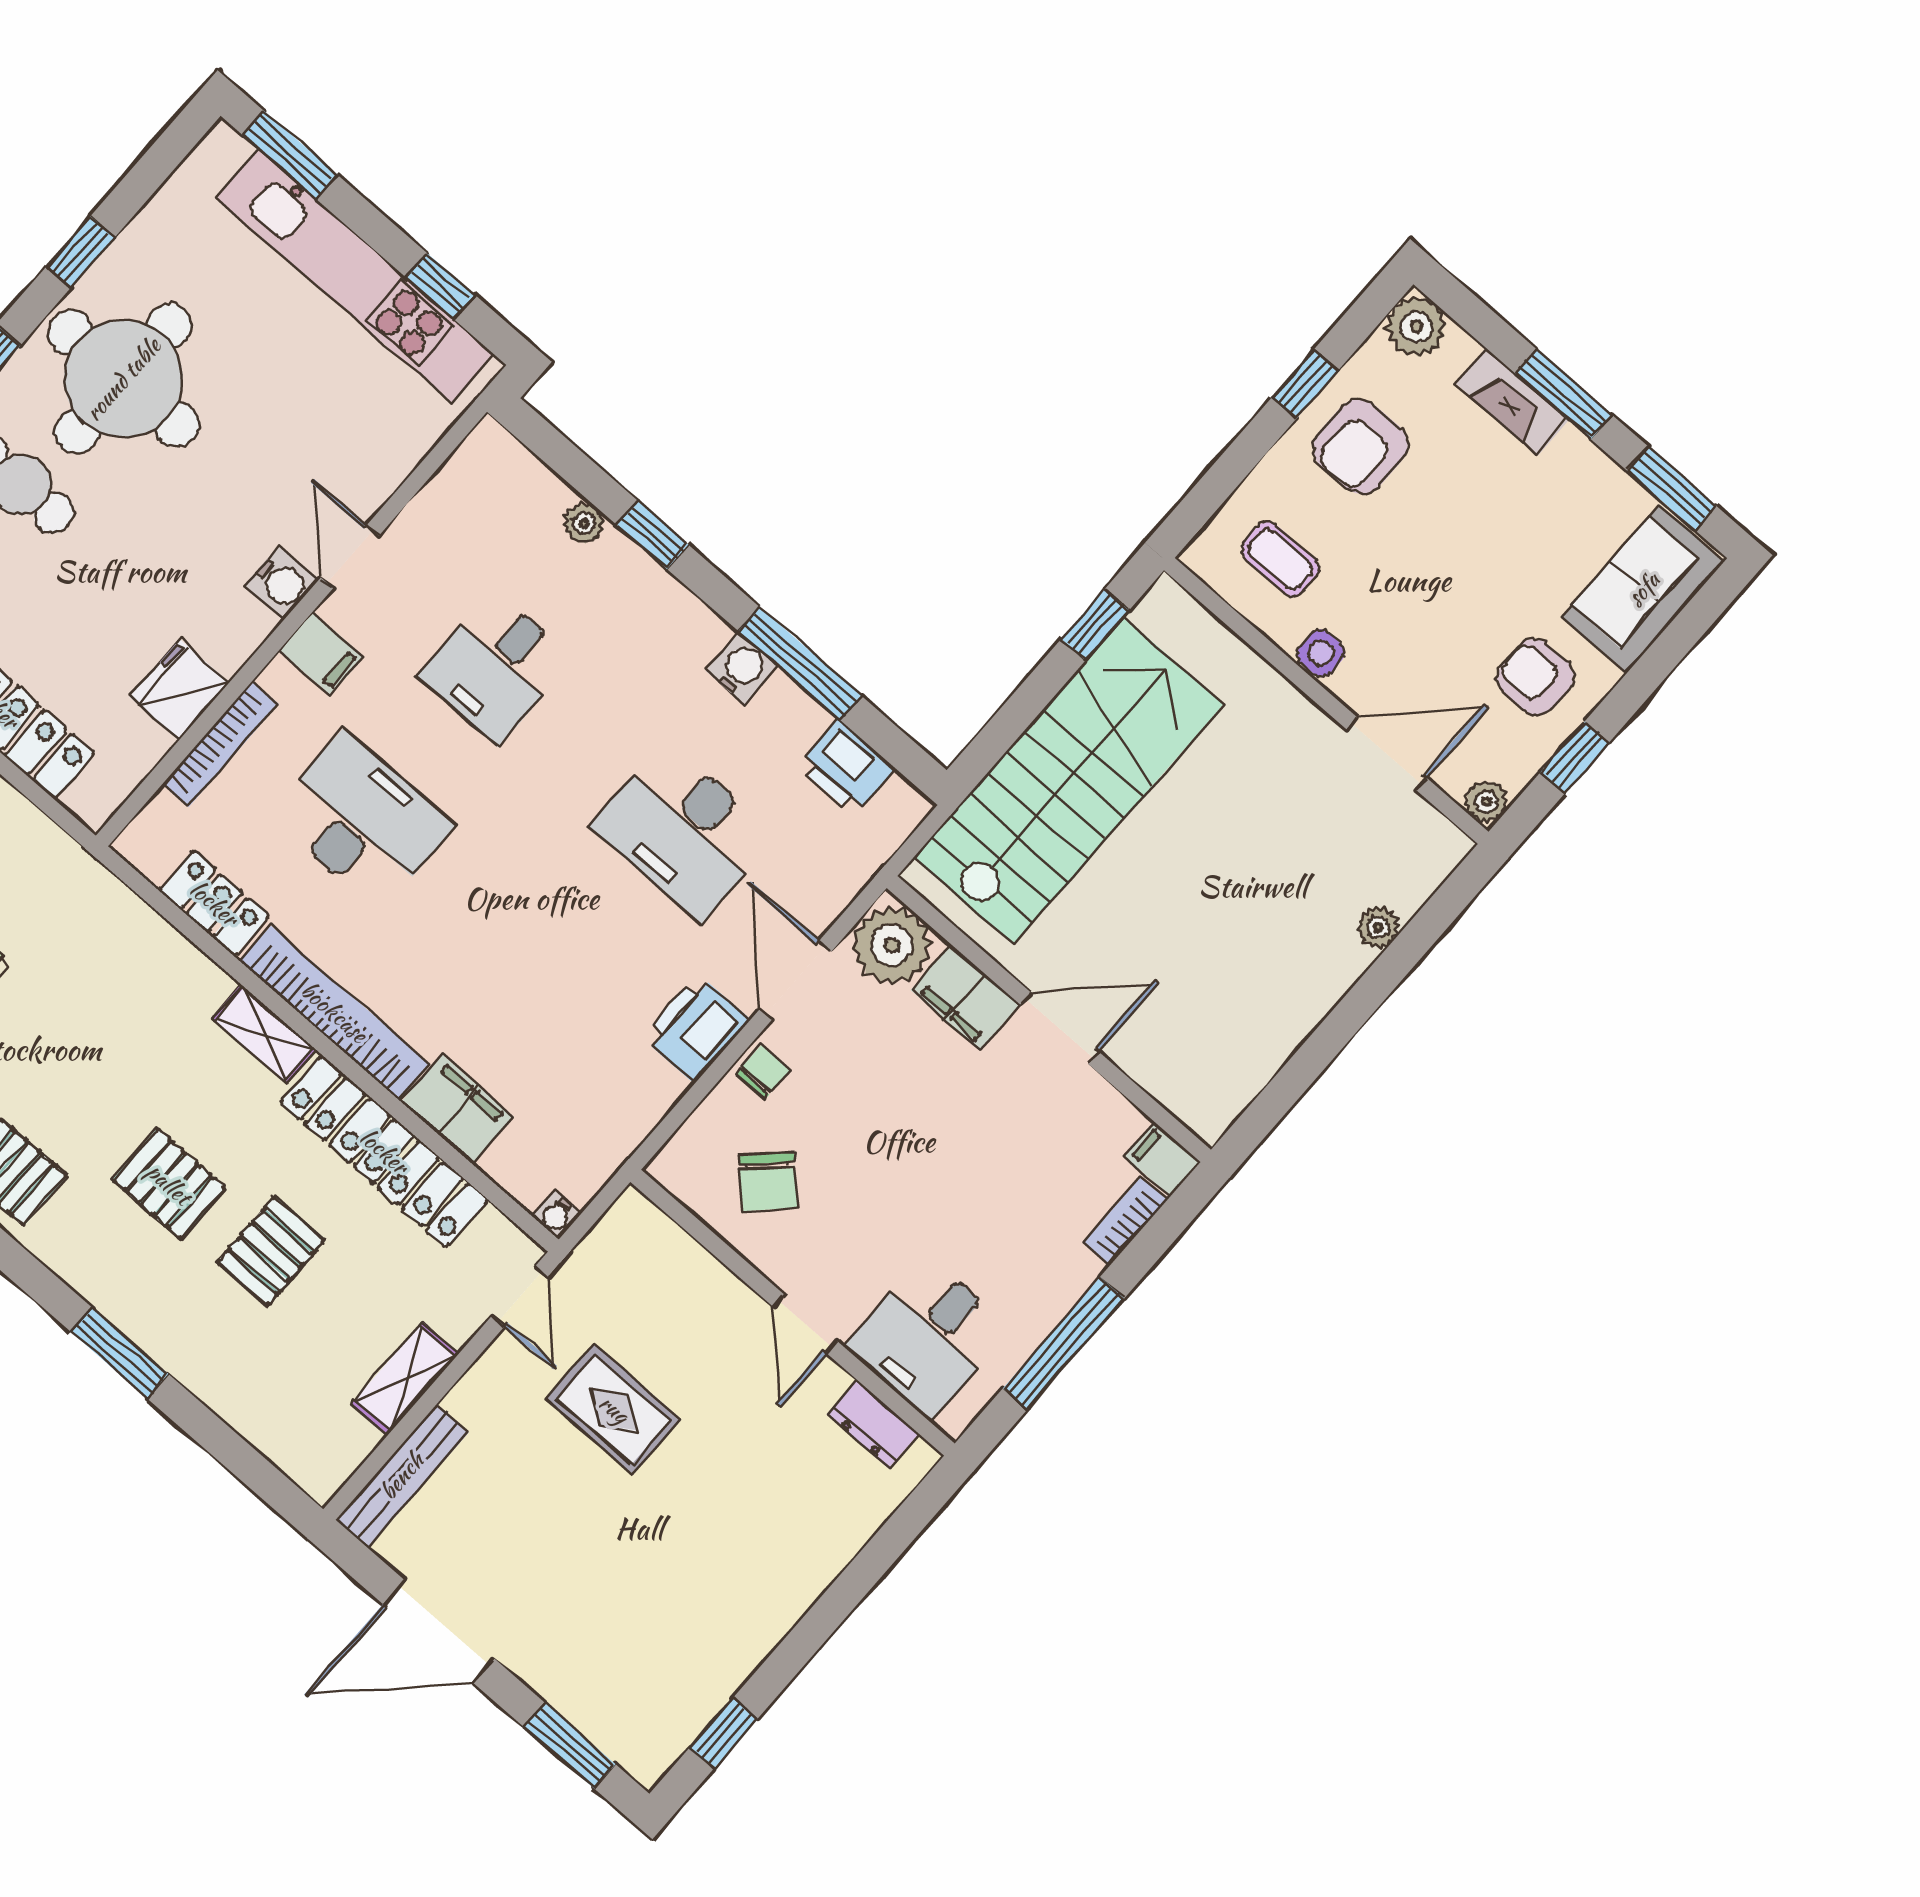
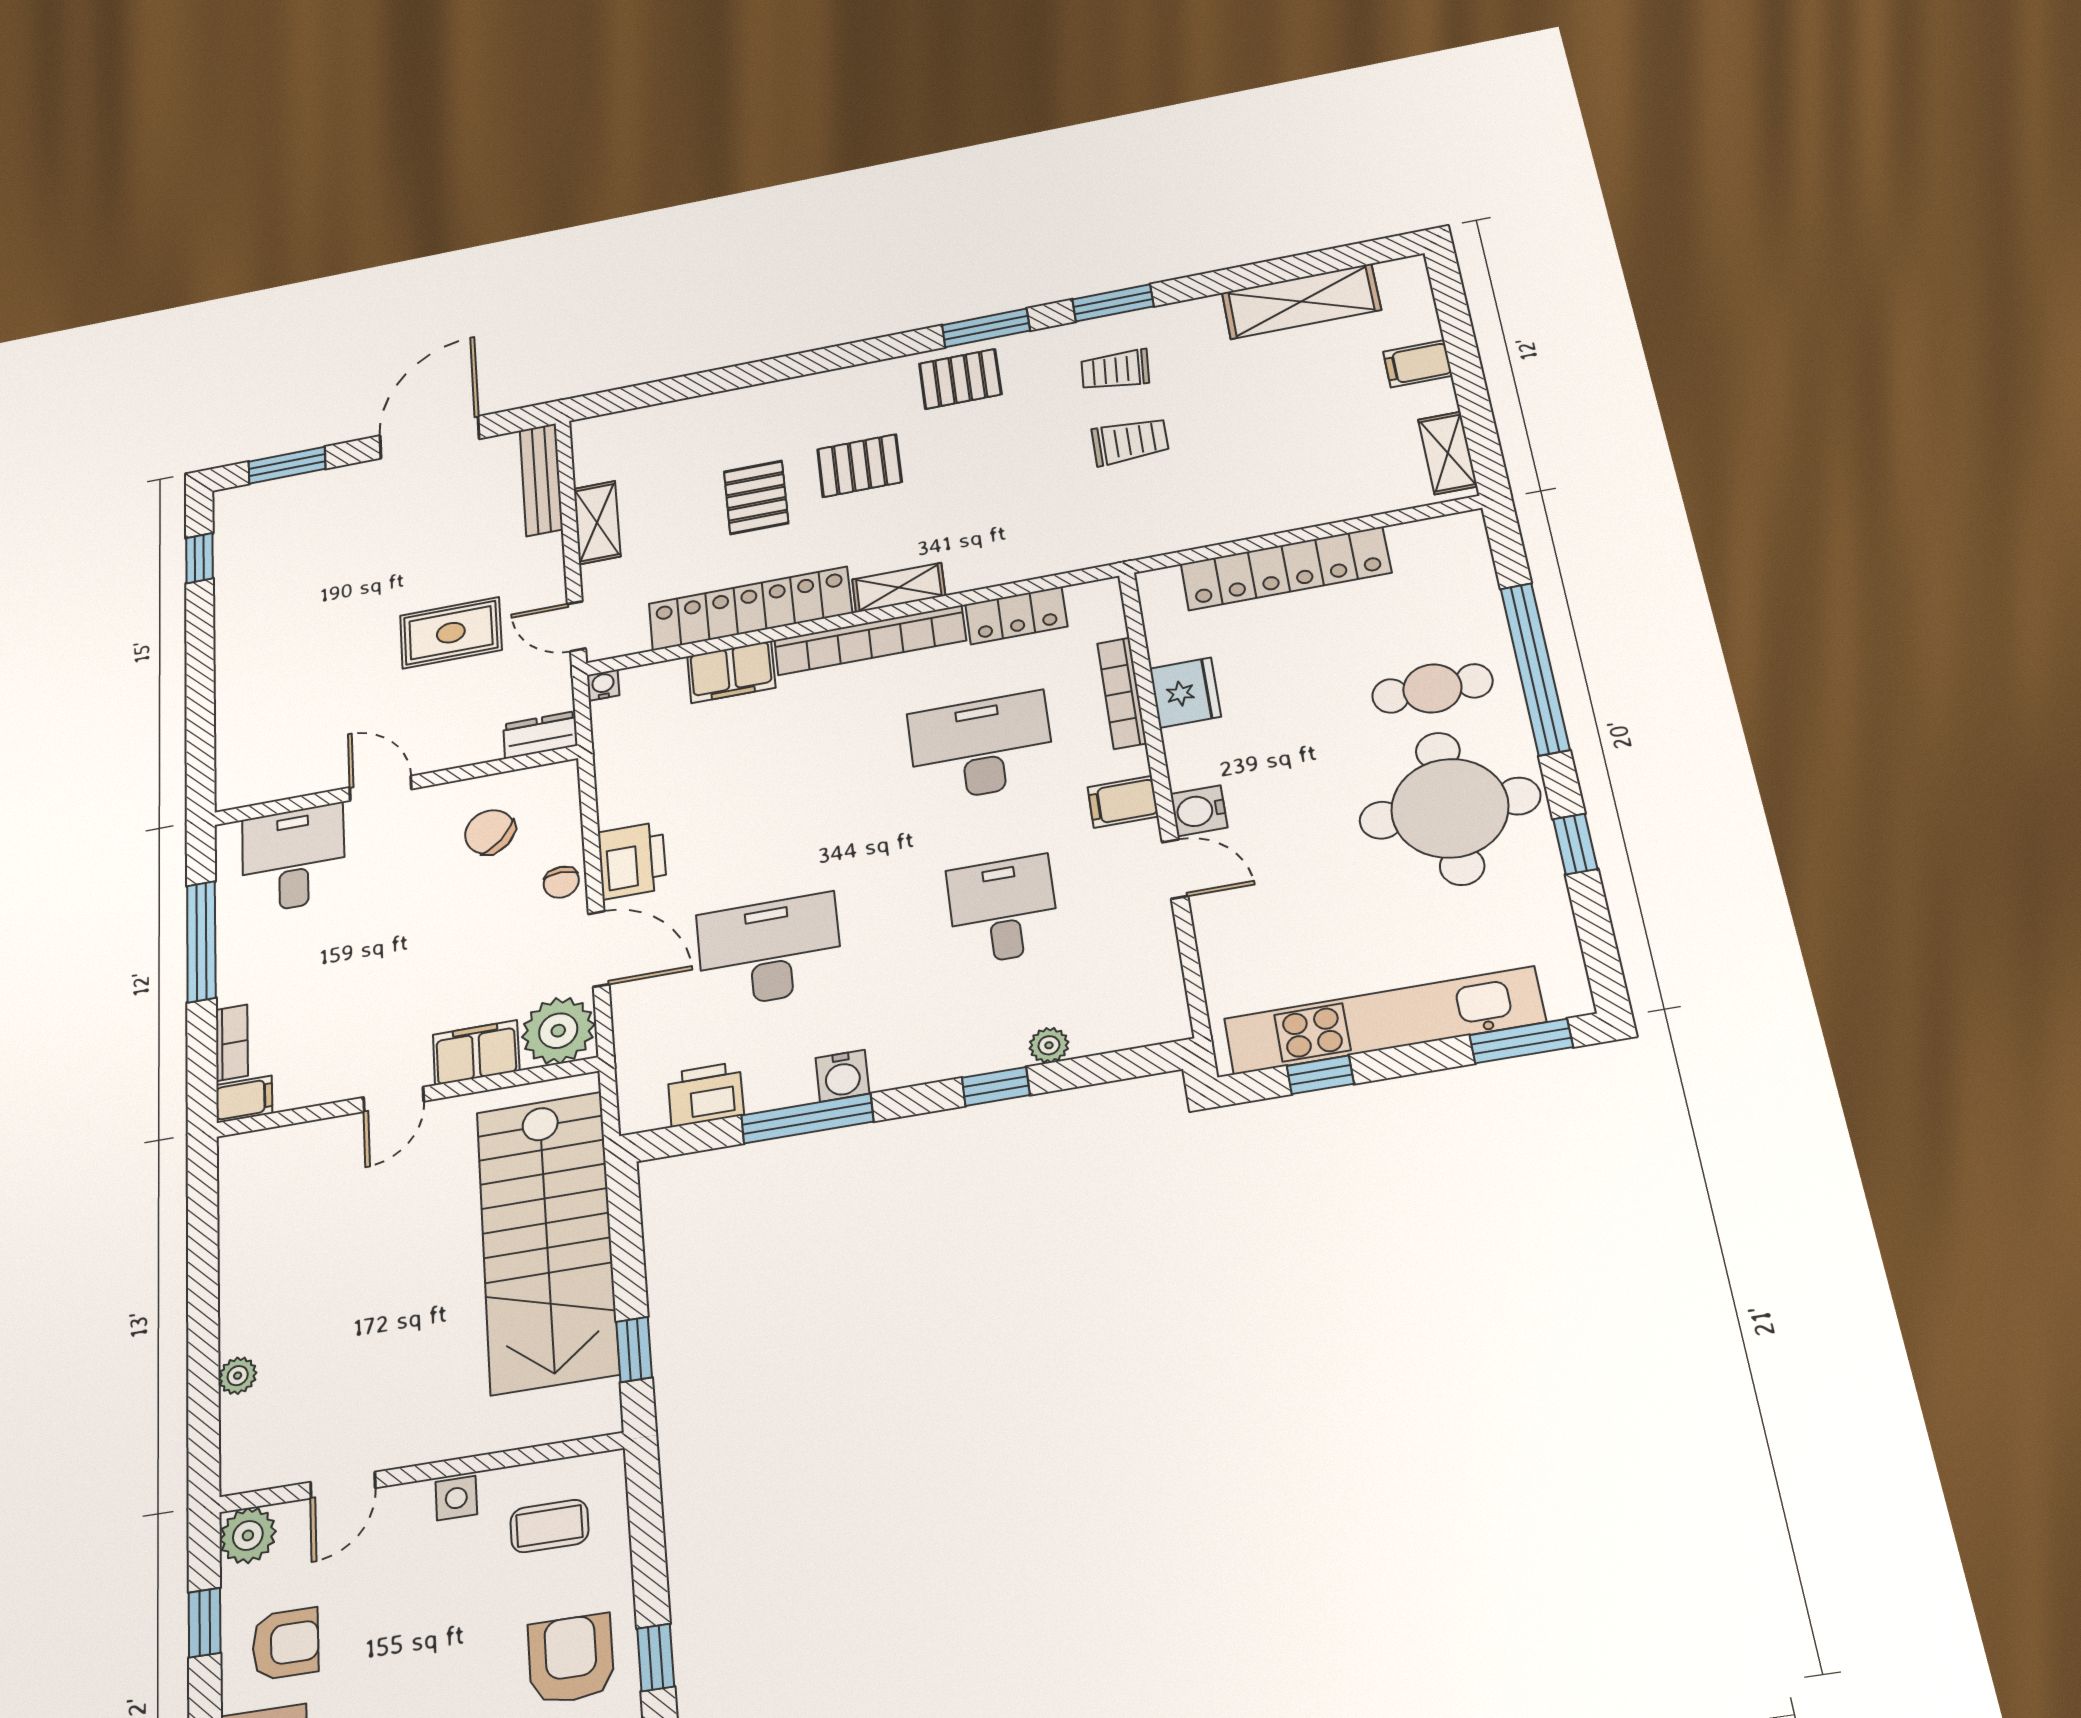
door: (1387, 754) -> (343, 1485), width x0.73
plant: (1486, 802) -> (248, 1535), width x1.38, depth x1.38
desk: (362, 820) -> (981, 747), turned 180
door: (1060, 1028) -> (394, 1099), width x0.73
window: (120, 1353) -> (784, 368), removed
dresser: (873, 1424) -> (540, 735), moved

